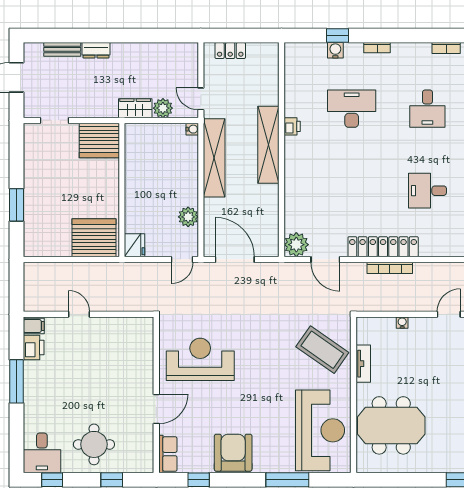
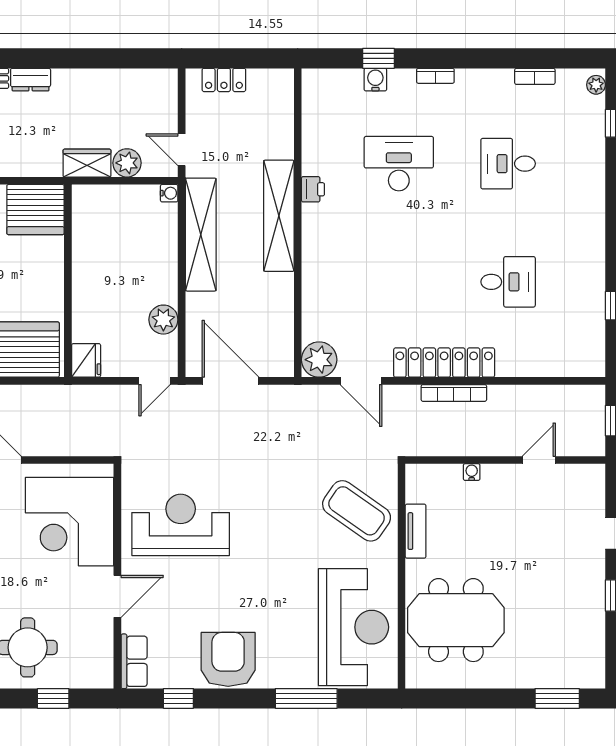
desk: (427, 109) -> (508, 164), turned 90
desk: (427, 191) -> (508, 282), turned 180
corner desk: (123, 357) -> (69, 522), added

